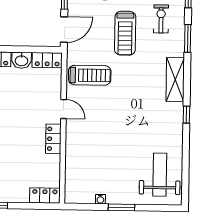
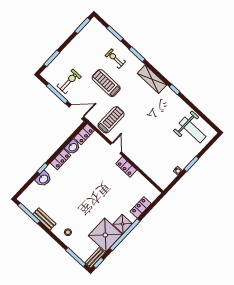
door: (64, 29) -> (76, 112), hinge flipped
treadmill: (125, 33) -> (106, 83), turned 180
door: (64, 109) -> (116, 148), hinge flipped
weight bench: (160, 175) -> (192, 130), turned 180
locker: (45, 195) -> (141, 207), moved

